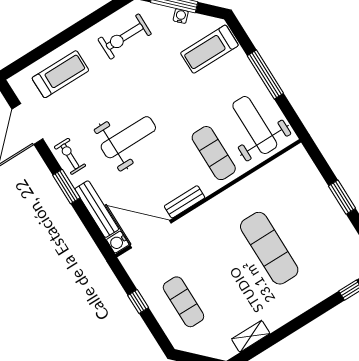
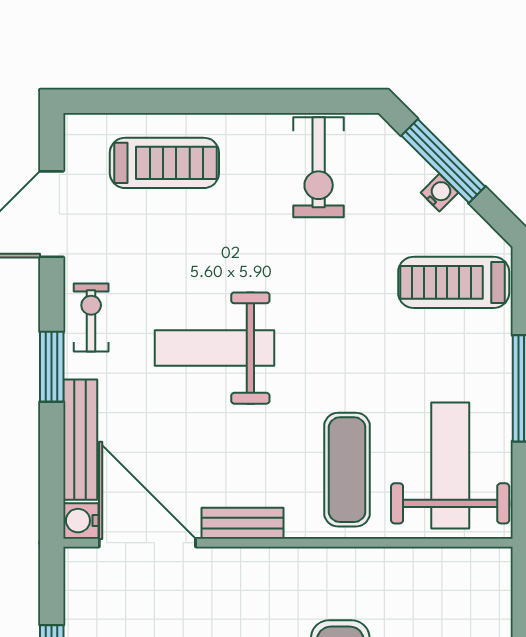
exercise bike: (125, 37) -> (319, 167), turned -90
weight bench: (128, 137) -> (215, 348), turned 180

